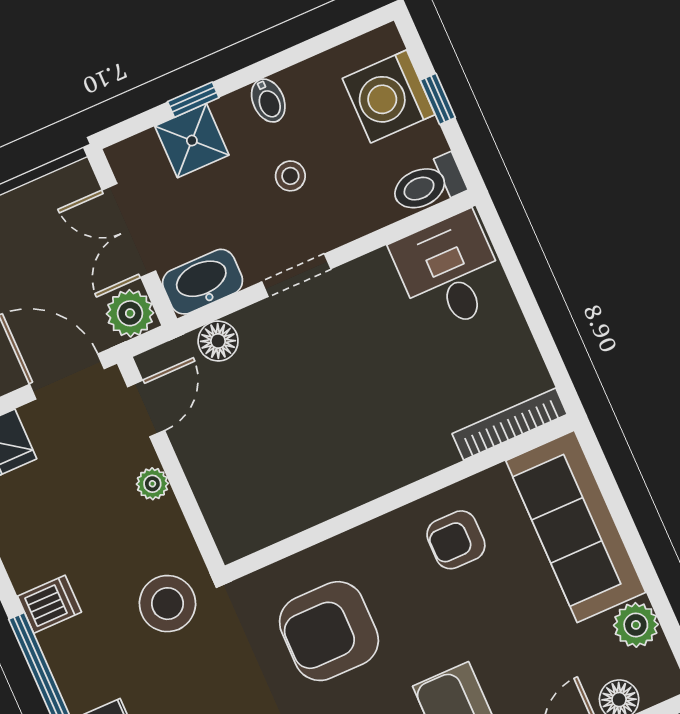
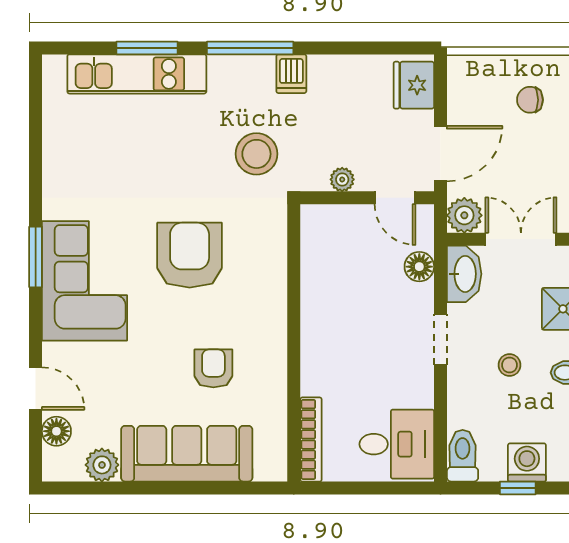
washing machine: (389, 96) -> (527, 462), width x0.73, depth x0.73
bookcase: (510, 424) -> (311, 439), moved
wall: (400, 498) -> (294, 343), moved

